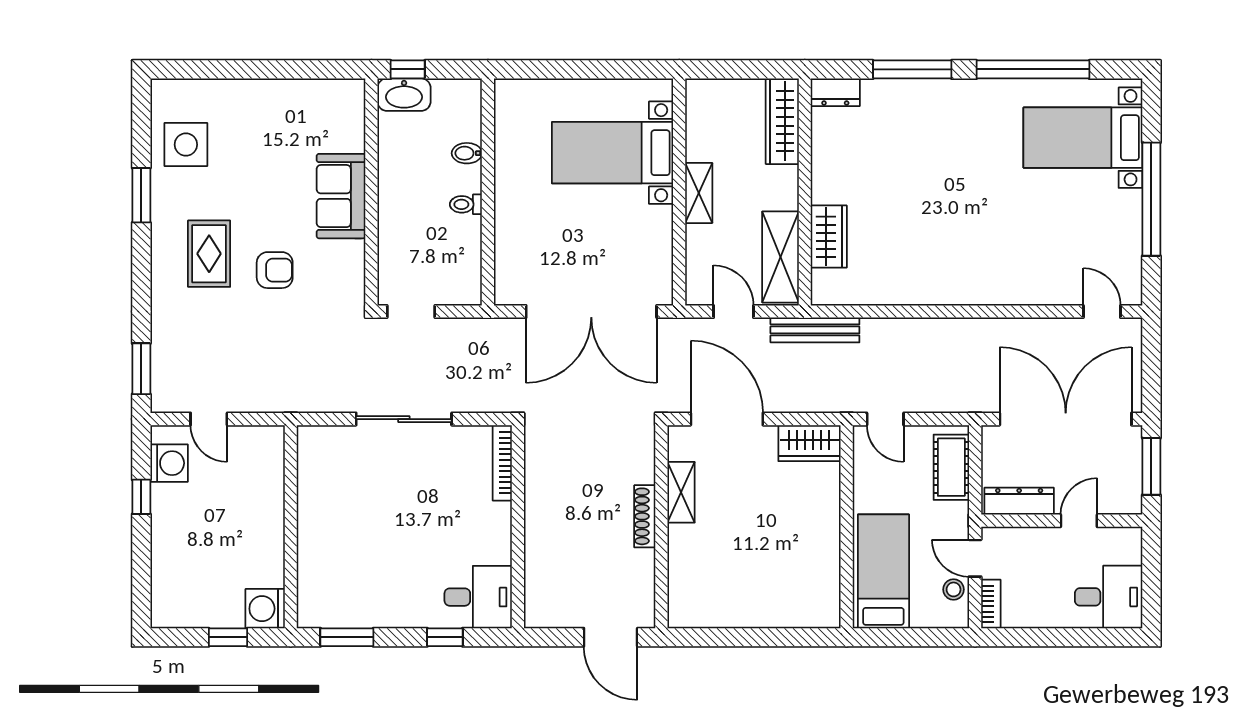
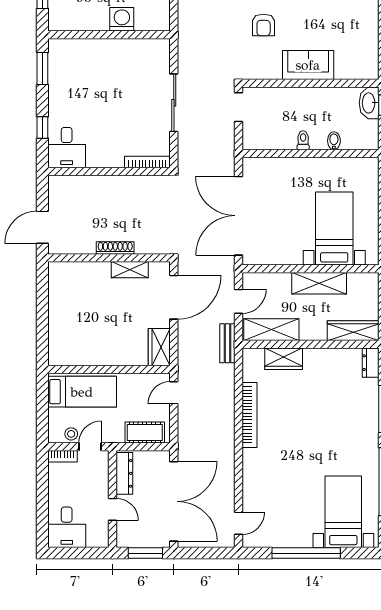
shelving: (699, 193) -> (319, 283), width x1.50, depth x1.33
bookcase: (922, 293) -> (250, 415), added
bench: (815, 330) -> (227, 343), width x0.73
washing machine: (265, 609) -> (122, 19), moved

